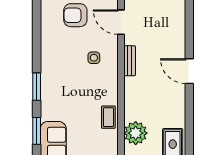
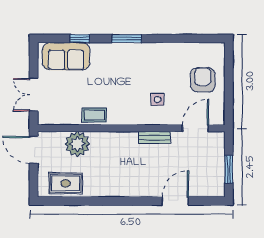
door: (189, 71) -> (175, 201), moved
window: (37, 131) -> (80, 39), width x0.67

